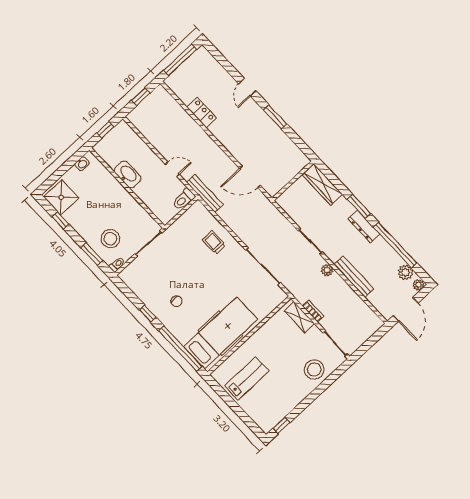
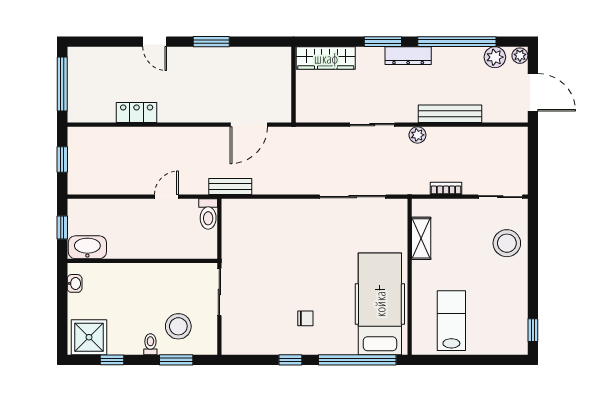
washbasin: (128, 174) -> (87, 247), moved
bench: (205, 193) -> (230, 187), width x0.73
trolley: (214, 242) -> (281, 224), removed
toilet: (117, 264) -> (150, 344), moved
shelving: (299, 317) -> (421, 238), moved, turned 90

